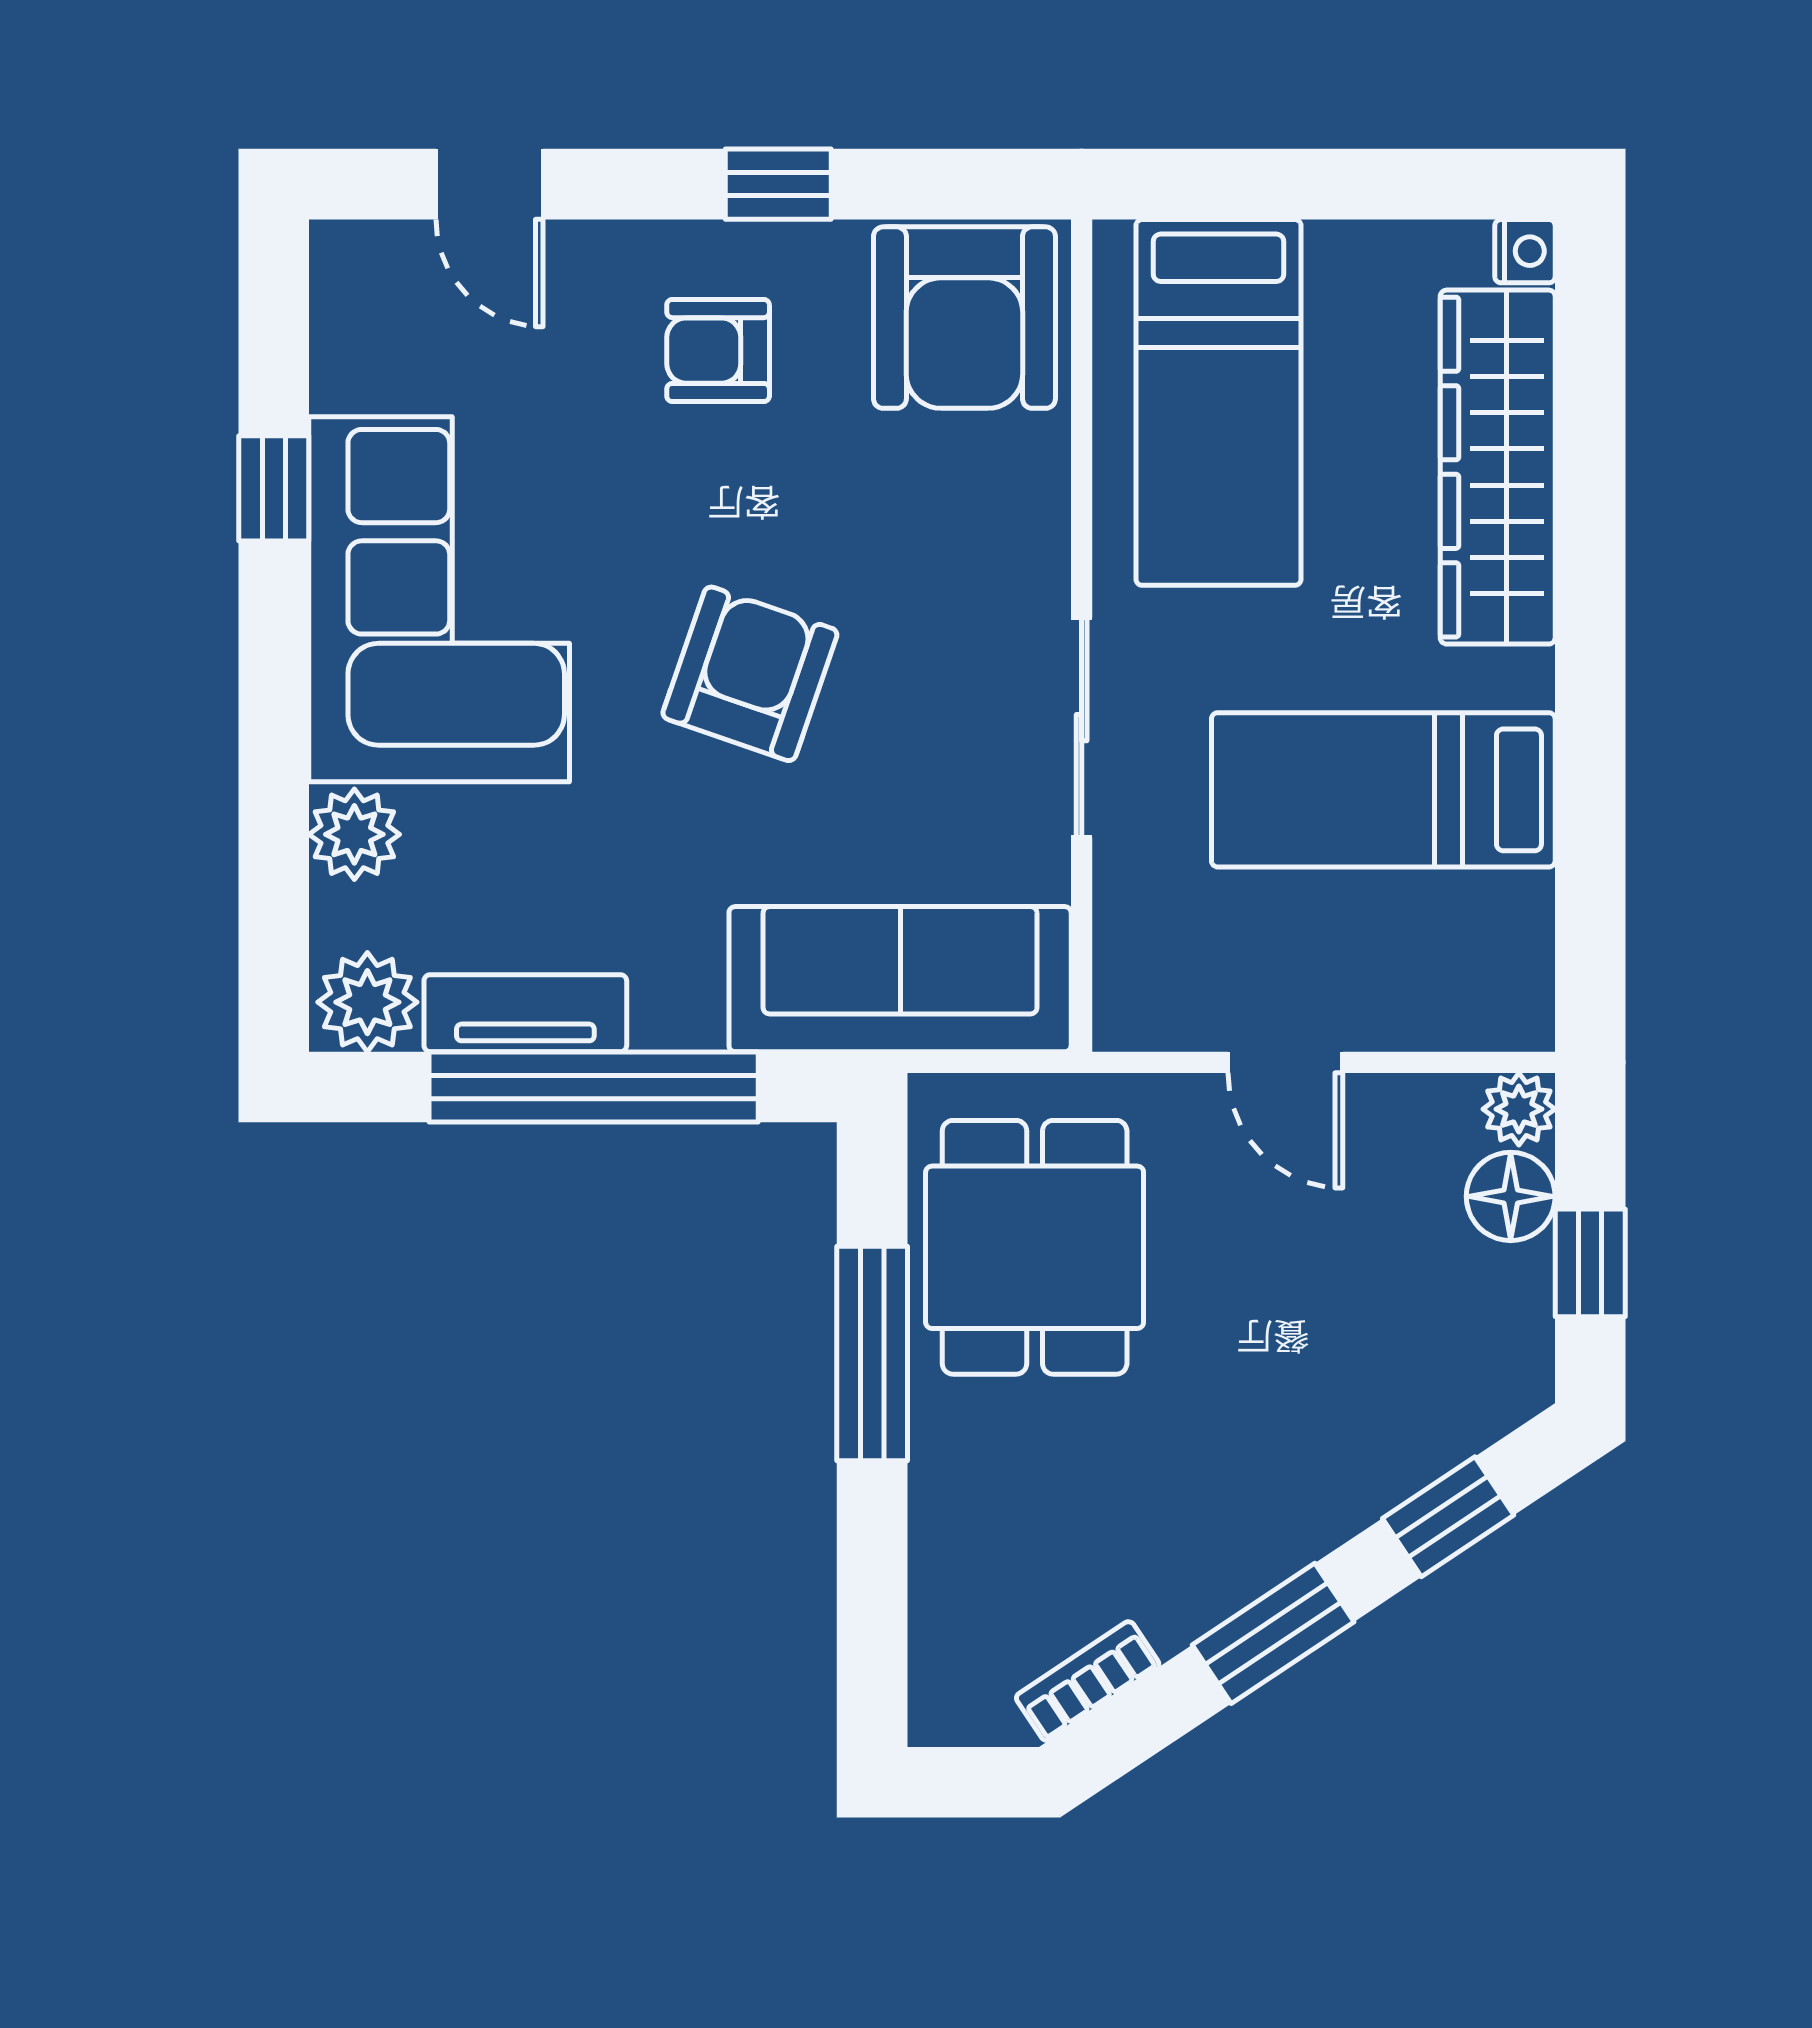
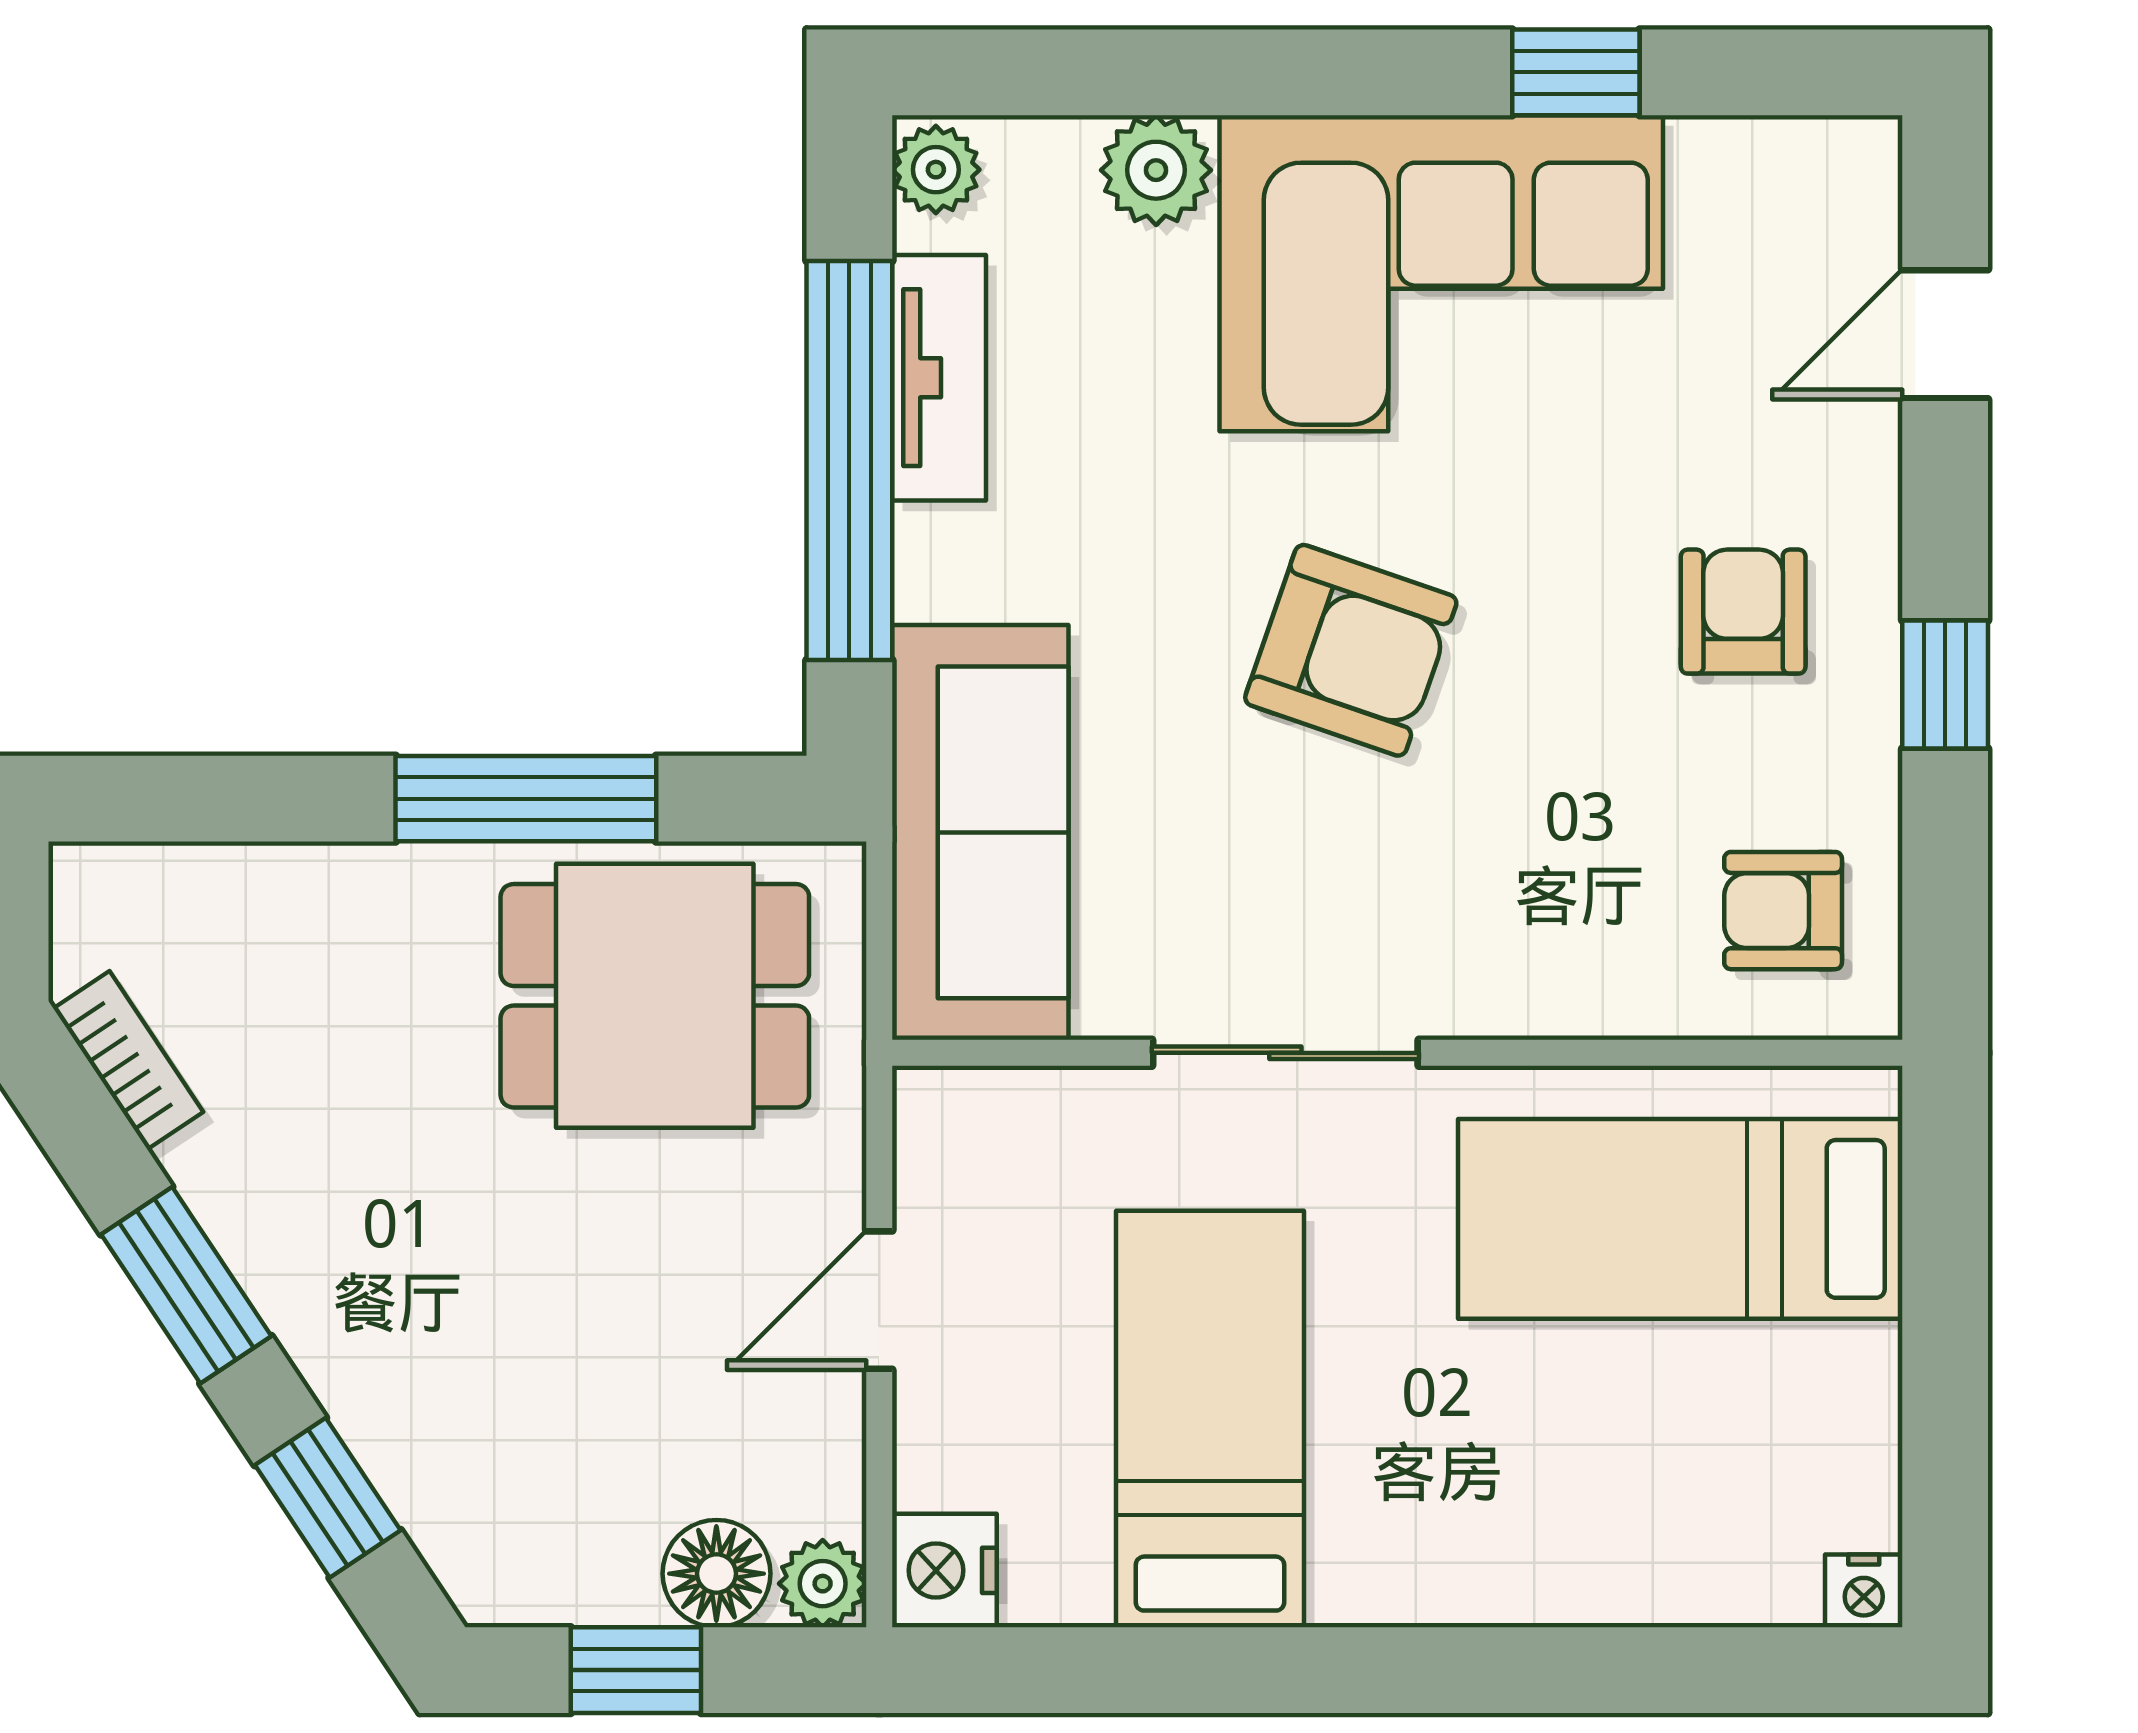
armchair: (964, 318) -> (1783, 911), width x0.53, depth x0.53
wardrobe: (1498, 467) -> (1602, 1558), removed
plant: (367, 1002) -> (936, 170), width x0.73, depth x0.73
nightstand: (1508, 1009) -> (944, 1570), added

